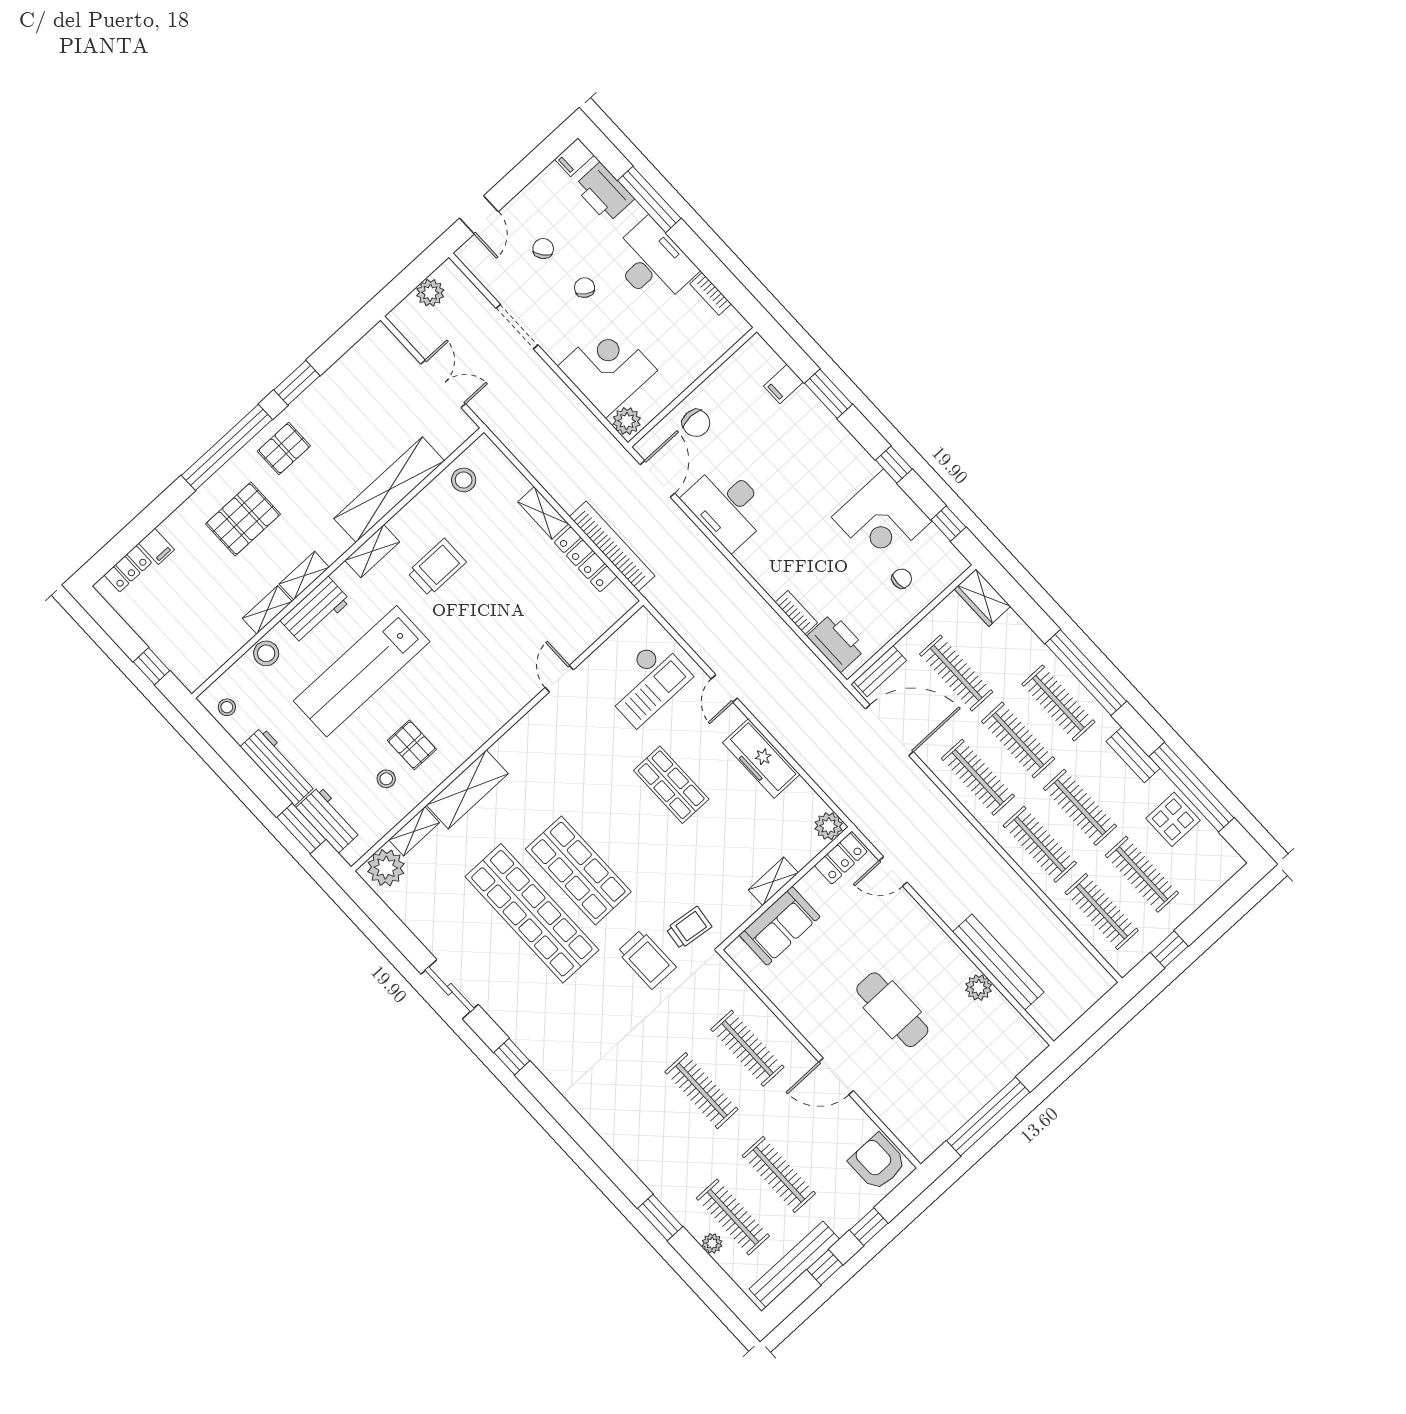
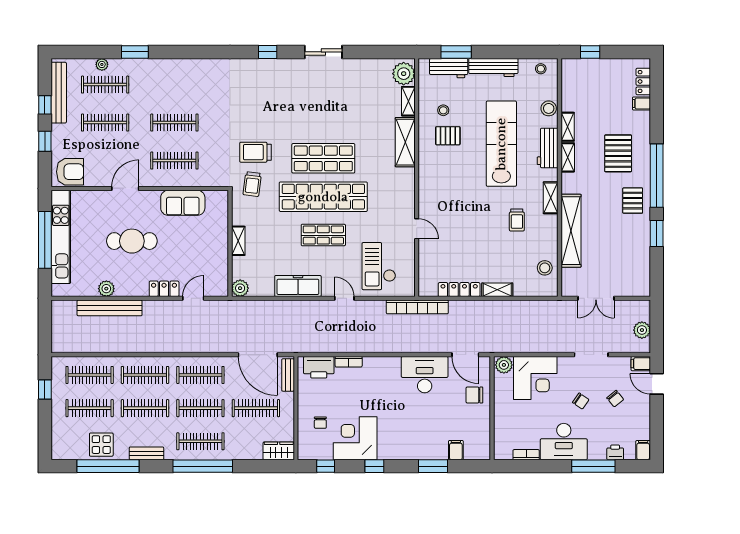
printer: (604, 193) -> (615, 452), width x0.53, depth x0.68
filing cabinet: (472, 257) -> (641, 364), added
bookcase: (612, 546) -> (417, 307), moved
trolley: (437, 567) -> (517, 220), width x0.73, depth x0.72
door: (889, 730) -> (258, 355), hinge flipped
locker: (841, 859) -> (164, 289), moved, turned 90
shop shelf: (532, 913) -> (323, 197), moved
sofa: (780, 926) -> (183, 203), moved, turned -90
kitchen unit: (967, 1100) -> (61, 237), added

